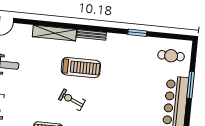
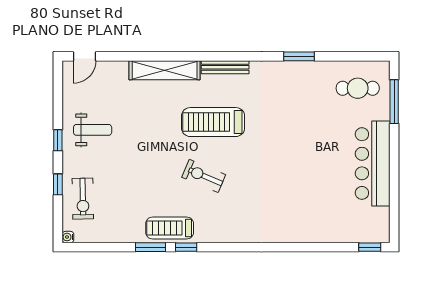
treadmill: (81, 68) -> (213, 122), turned 180
window: (191, 85) -> (394, 102), moved

